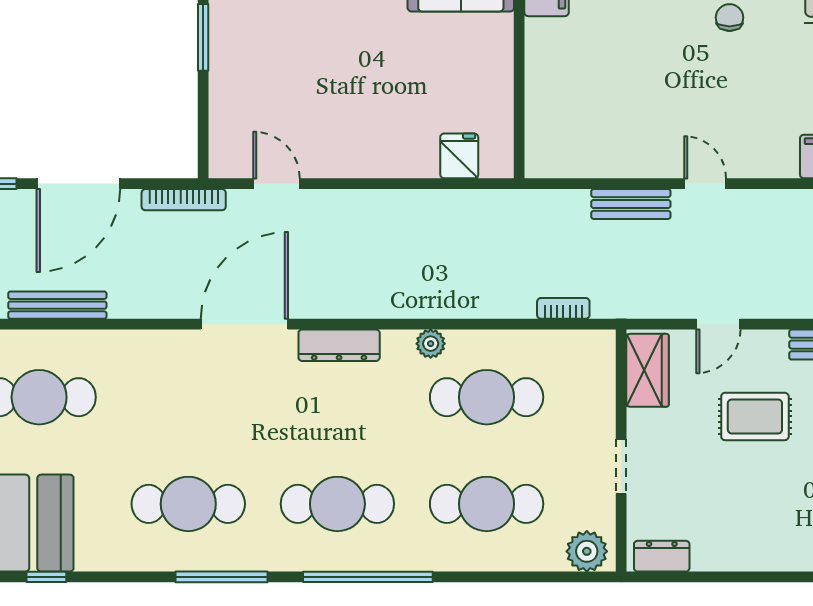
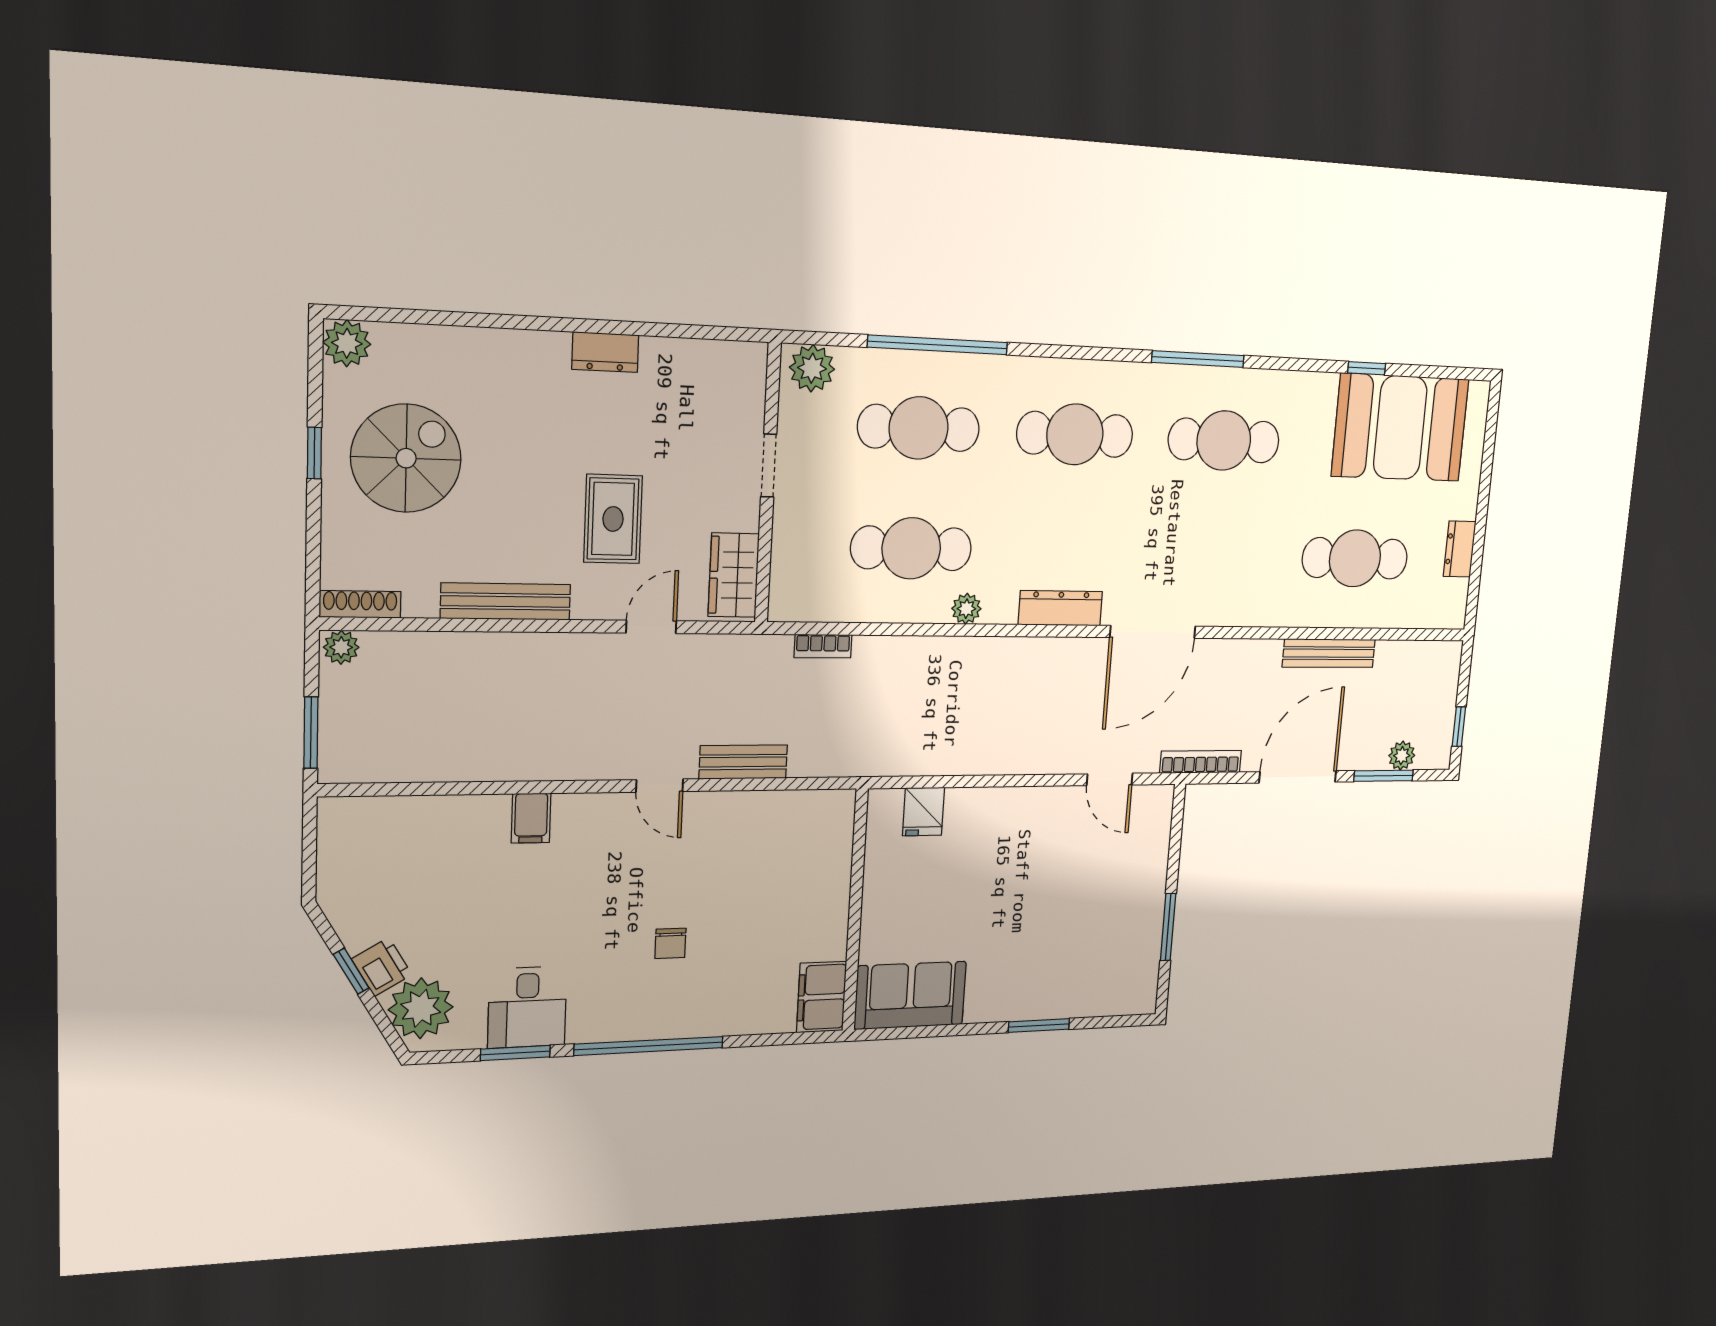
chair: (730, 18) -> (670, 943), moved
rug: (755, 416) -> (613, 519), turned 90
dresser: (662, 556) -> (605, 352), moved
window: (368, 577) -> (938, 345), moved

